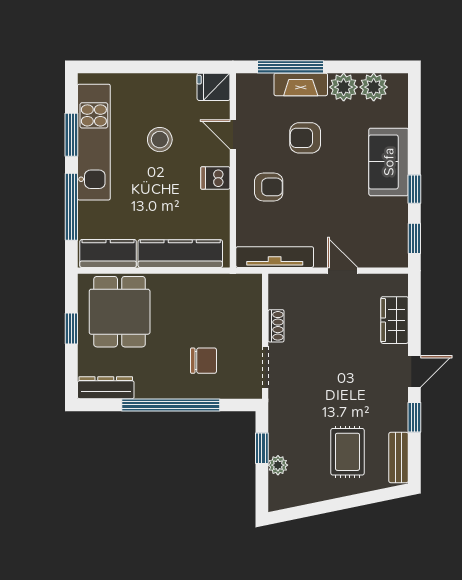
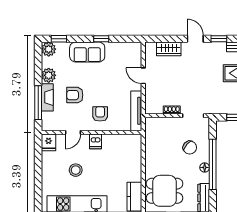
plant: (374, 87) -> (49, 49), moved
armchair: (305, 138) -> (75, 95), turned 90
window: (414, 238) -> (59, 39), moved
kitchen counter: (180, 254) -> (134, 159), removed
door: (343, 271) -> (143, 76), hinge flipped
chair: (204, 361) -> (190, 147), turned 131
floor lamp: (165, 390) -> (205, 167), added

